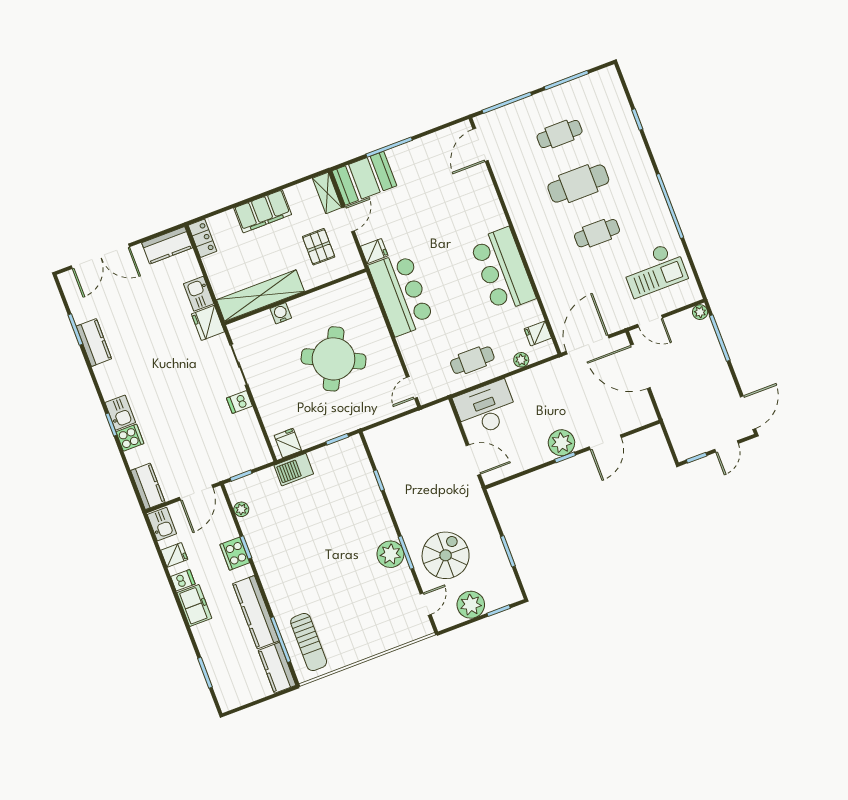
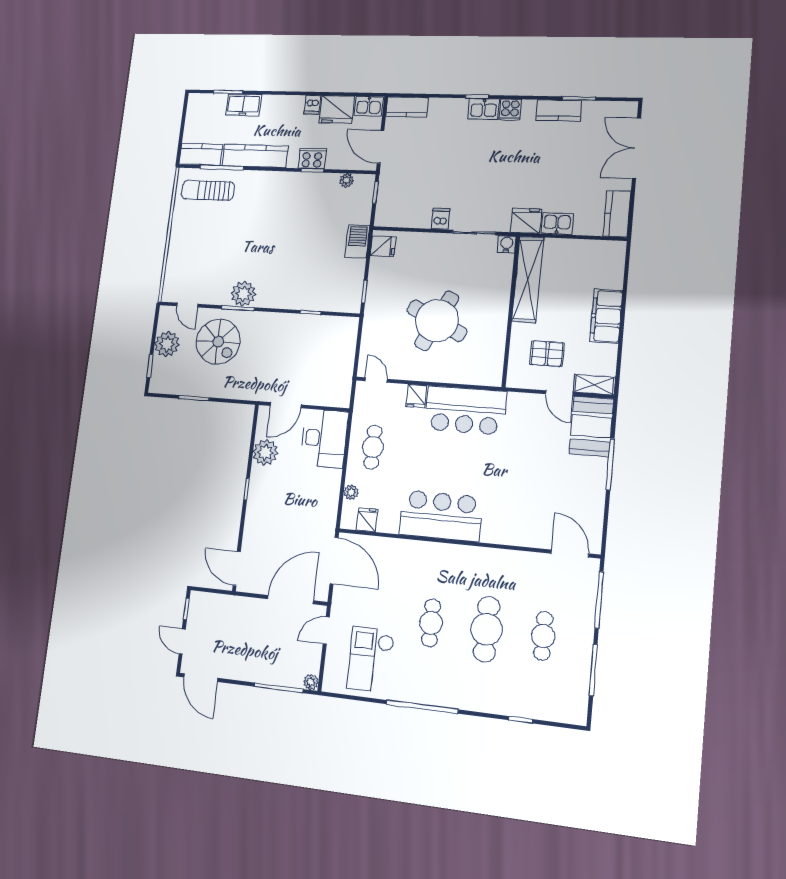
locker: (202, 238) -> (608, 249), removed
fridge: (374, 251) -> (416, 396), moved
water cooler: (281, 313) -> (507, 244), moved, turned -90
cooker: (130, 438) -> (510, 110), moved
door: (605, 442) -> (237, 568), moved
plant: (561, 443) -> (265, 452), moved
fridge: (174, 555) -> (337, 109), width x1.88, depth x1.34
freezer: (194, 606) -> (244, 105), moved

